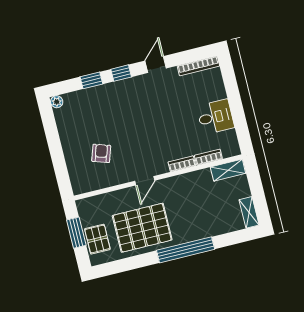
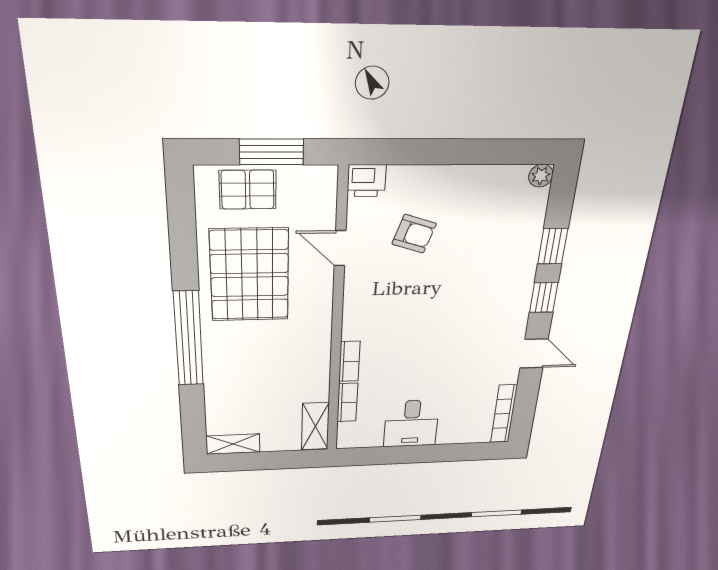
door: (145, 181) -> (340, 248), moved
printer: (80, 185) -> (367, 181), added

